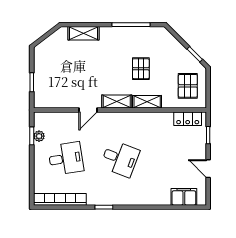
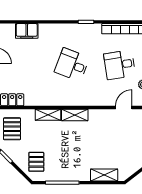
pallet: (141, 69) -> (36, 162), moved
door: (88, 110) -> (124, 107), moved
filing cabinet: (184, 197) -> (27, 31), moved

